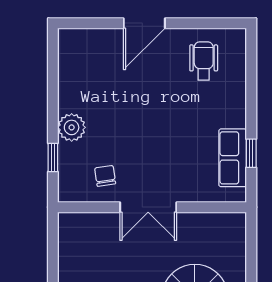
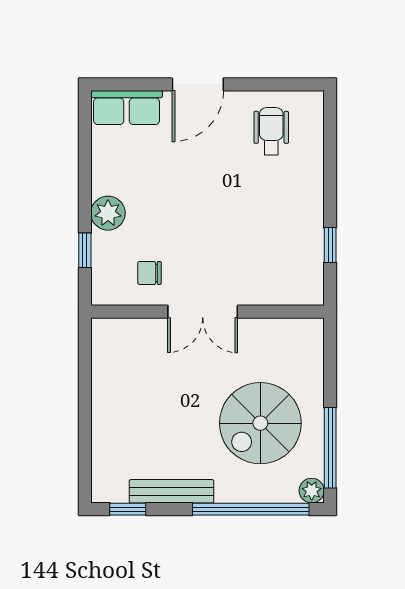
row of seats: (233, 158) -> (127, 107), moved, turned -90
chair: (105, 176) -> (149, 273), turned -82

